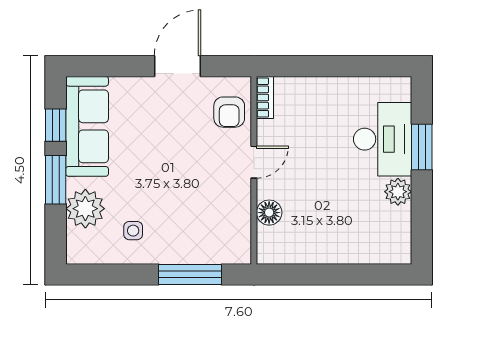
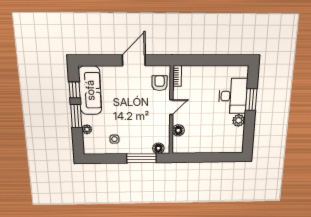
armchair: (229, 112) -> (160, 83), turned 180
plant: (85, 209) -> (87, 129), width x0.53, depth x0.53
floor lamp: (227, 252) -> (158, 148), added

